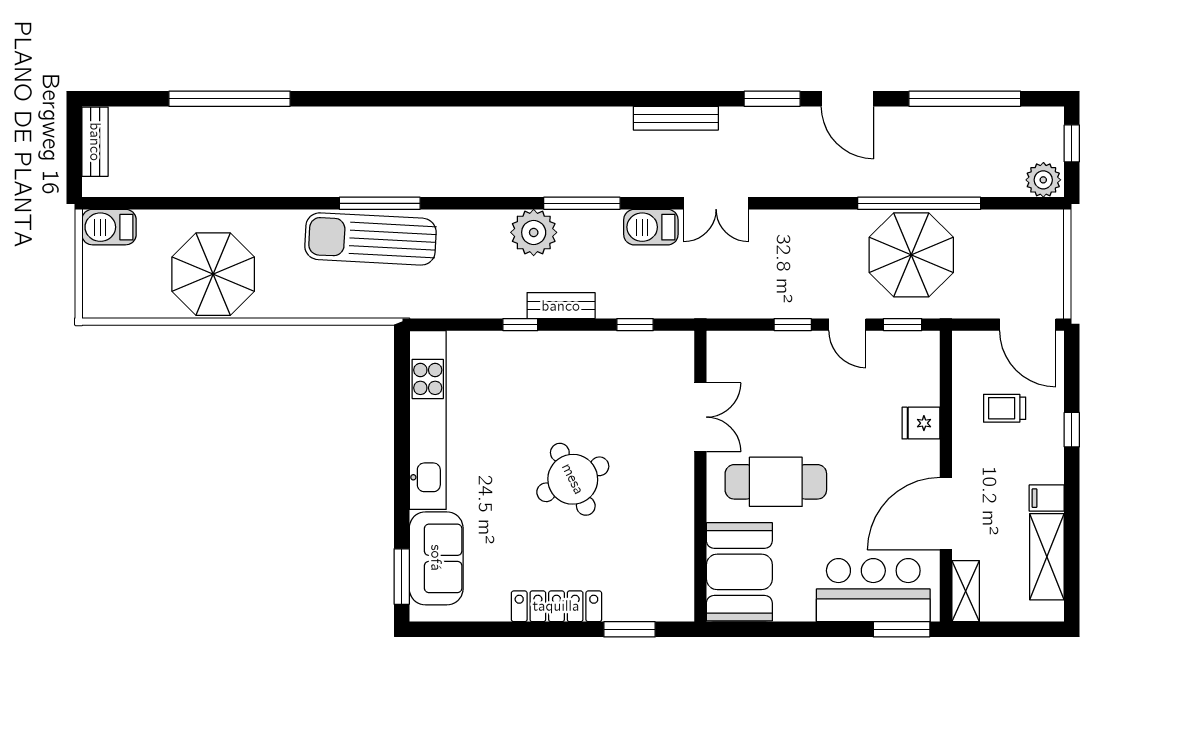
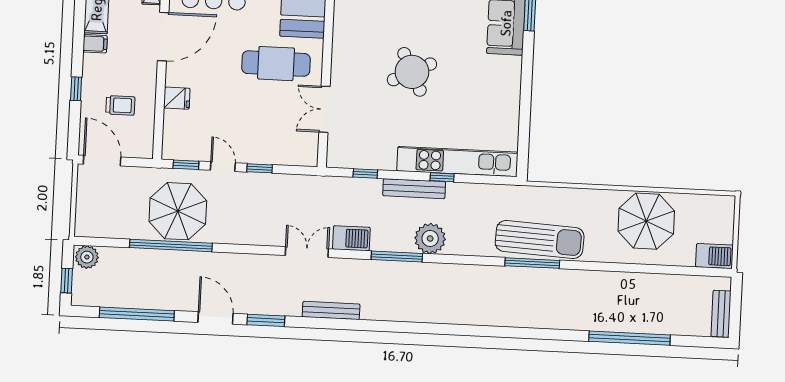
bench: (561, 306) -> (414, 189), width x1.36
kitchen unit: (428, 420) -> (457, 162), moved, turned 90

